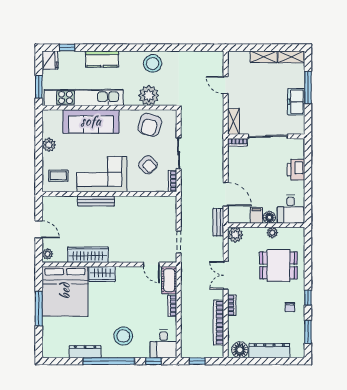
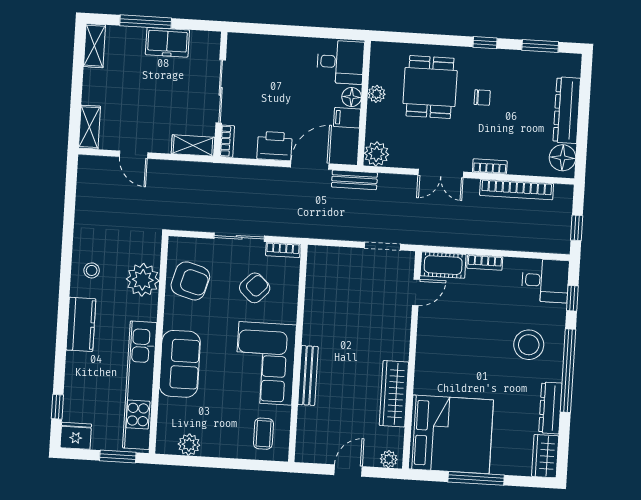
shelving: (264, 57) -> (89, 127), moved
kitchen counter: (102, 59) -> (81, 324), moved
stool: (153, 64) -> (92, 270), width x0.53, depth x0.53
door: (226, 85) -> (134, 155), hinge flipped
sofa: (91, 121) -> (180, 364), width x0.73
plant: (49, 145) -> (189, 445), moved
printer: (296, 170) -> (274, 146), moved, turned 180
wardrobe: (102, 274) -> (545, 456), moved, turned 180
chair: (290, 307) -> (482, 97), moved

